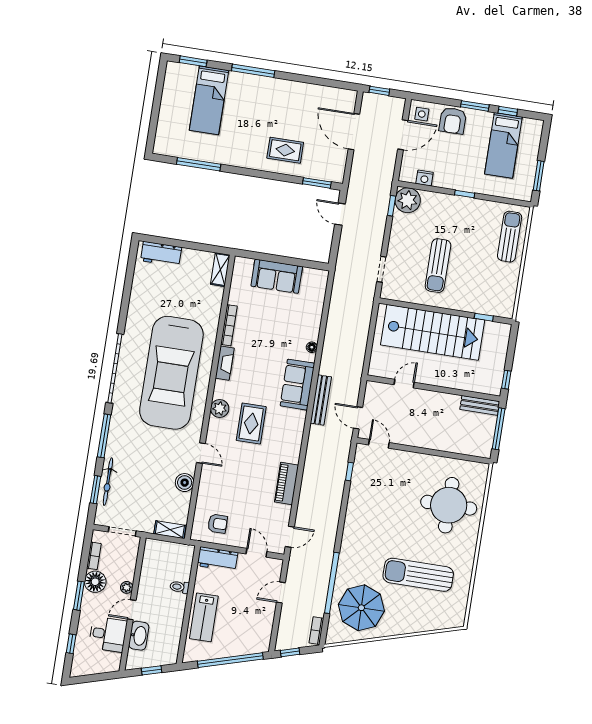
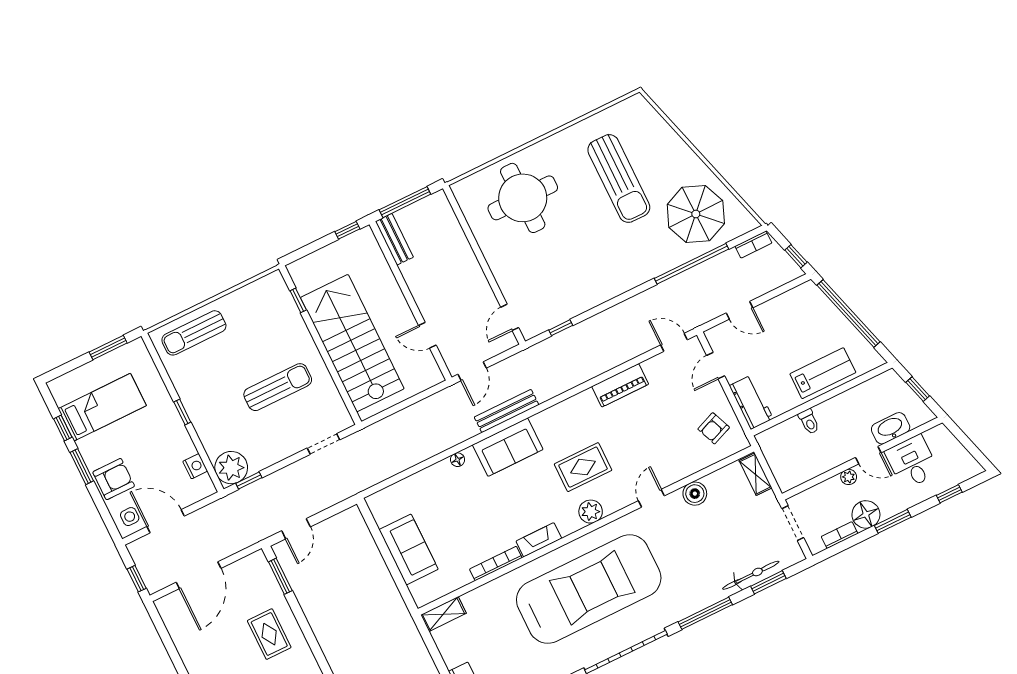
door: (358, 418) -> (472, 371), moved
armchair: (218, 524) -> (714, 428), turned -112

